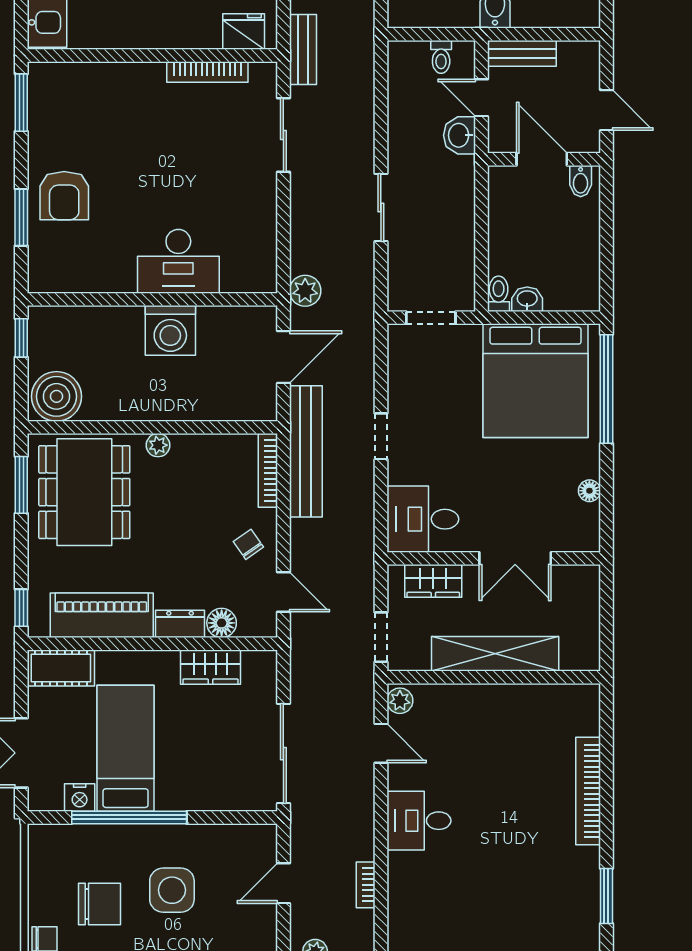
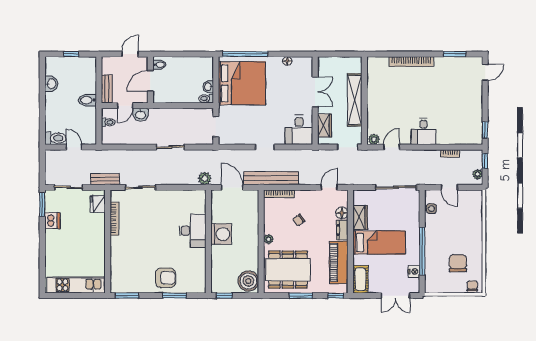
window: (21, 485) -> (301, 296), moved
chair: (248, 544) -> (299, 220), moved
bed: (126, 748) -> (379, 243), moved, turned 180
side table: (172, 890) -> (431, 209), moved, width x0.54, depth x0.54

